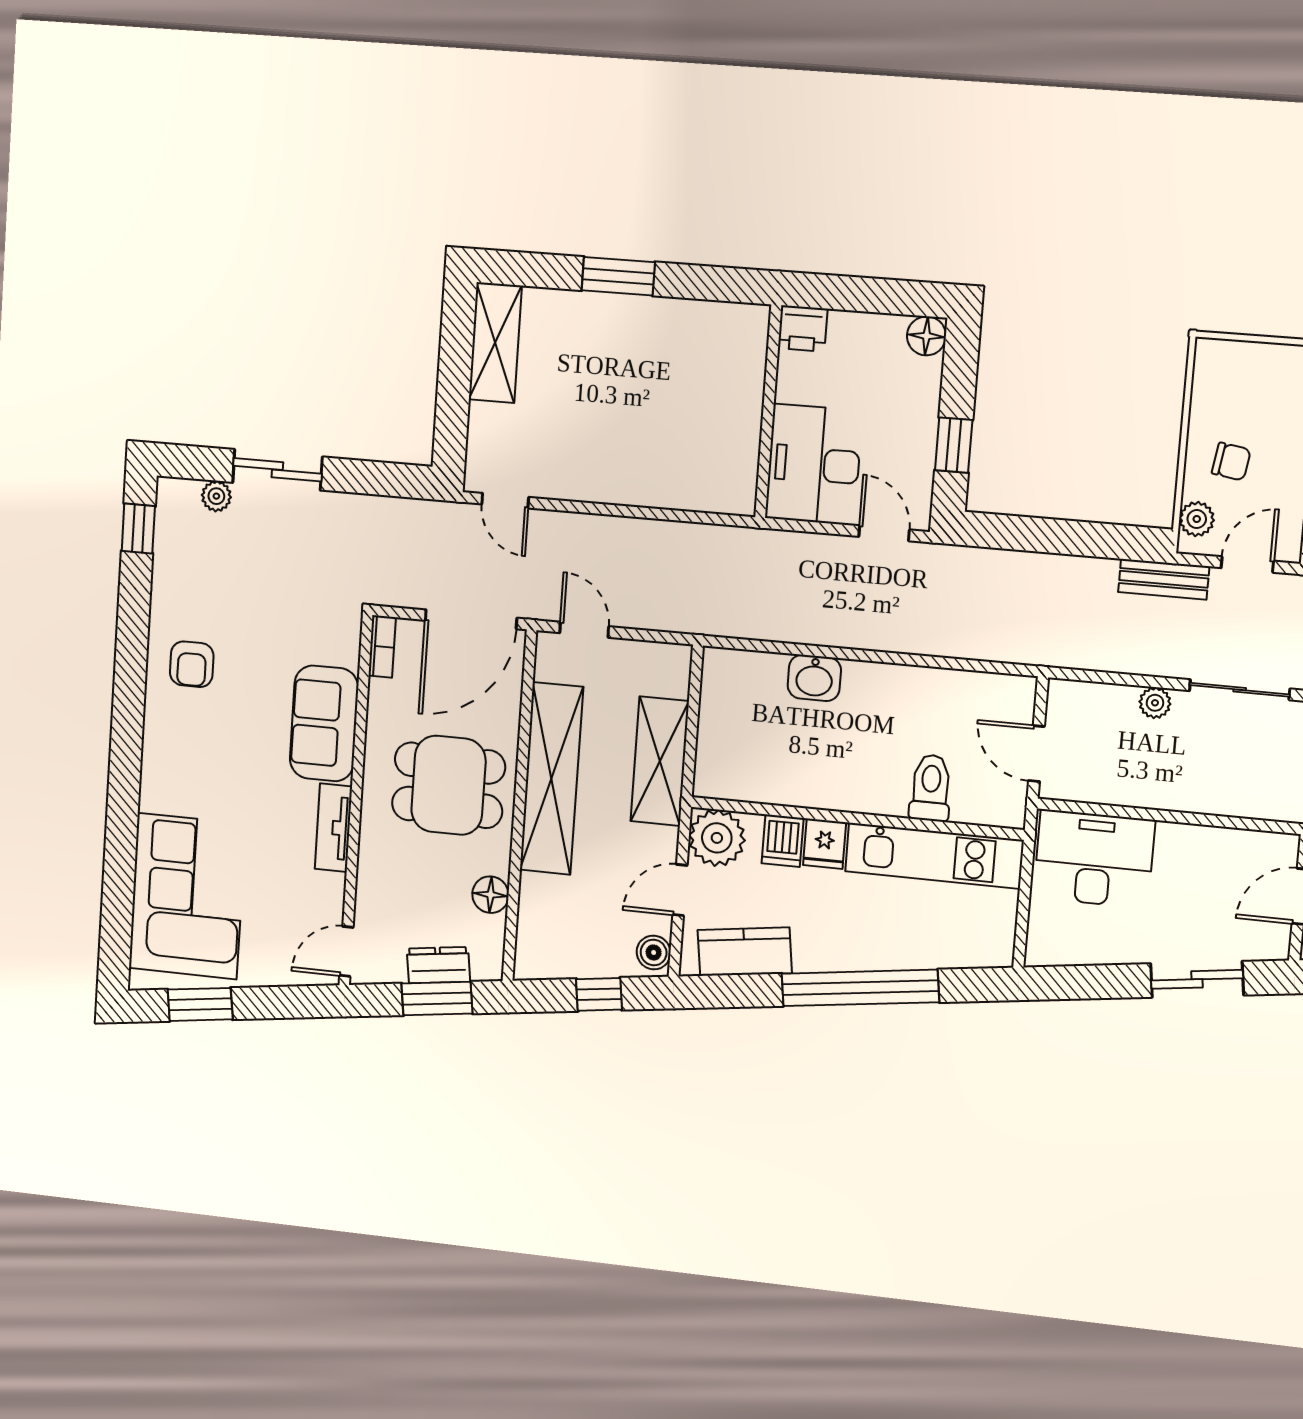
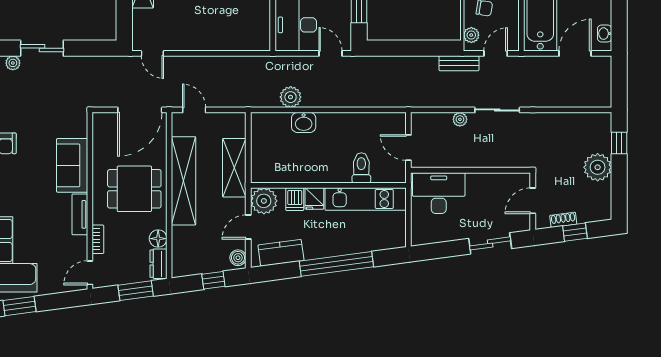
plant: (791, 621) -> (291, 97), added
bookcase: (382, 646) -> (98, 239), moved
dresser: (438, 965) -> (158, 264), moved, turned -82

